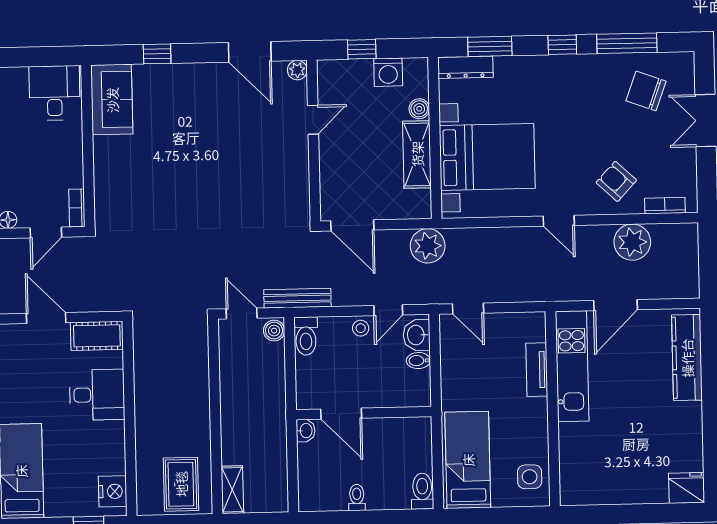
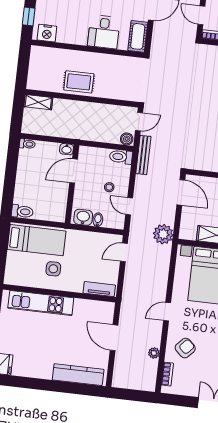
door: (352, 225) -> (181, 192), swing flipped
plant: (632, 242) -> (154, 353), width x0.53, depth x0.53
stool: (361, 328) -> (109, 187), moved
washbasin: (417, 335) -> (83, 217), moved
kitchen unit: (572, 366) -> (41, 303), moved
tv unit: (537, 370) -> (99, 289), moved
side table: (530, 477) -> (53, 269), moved
rug: (181, 484) -> (79, 82), moved
toilet: (357, 497) -> (27, 144), moved

